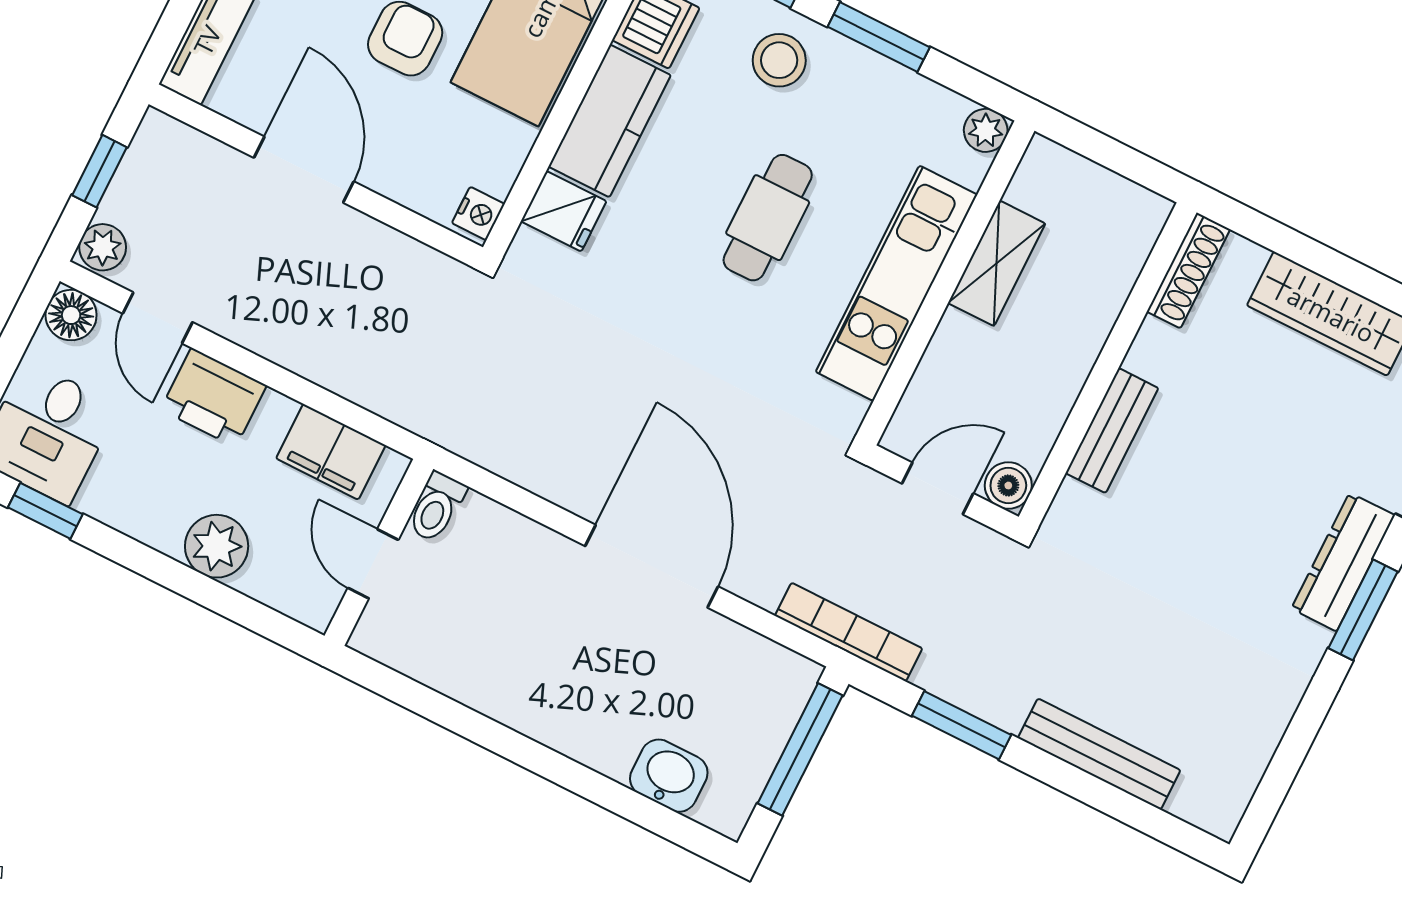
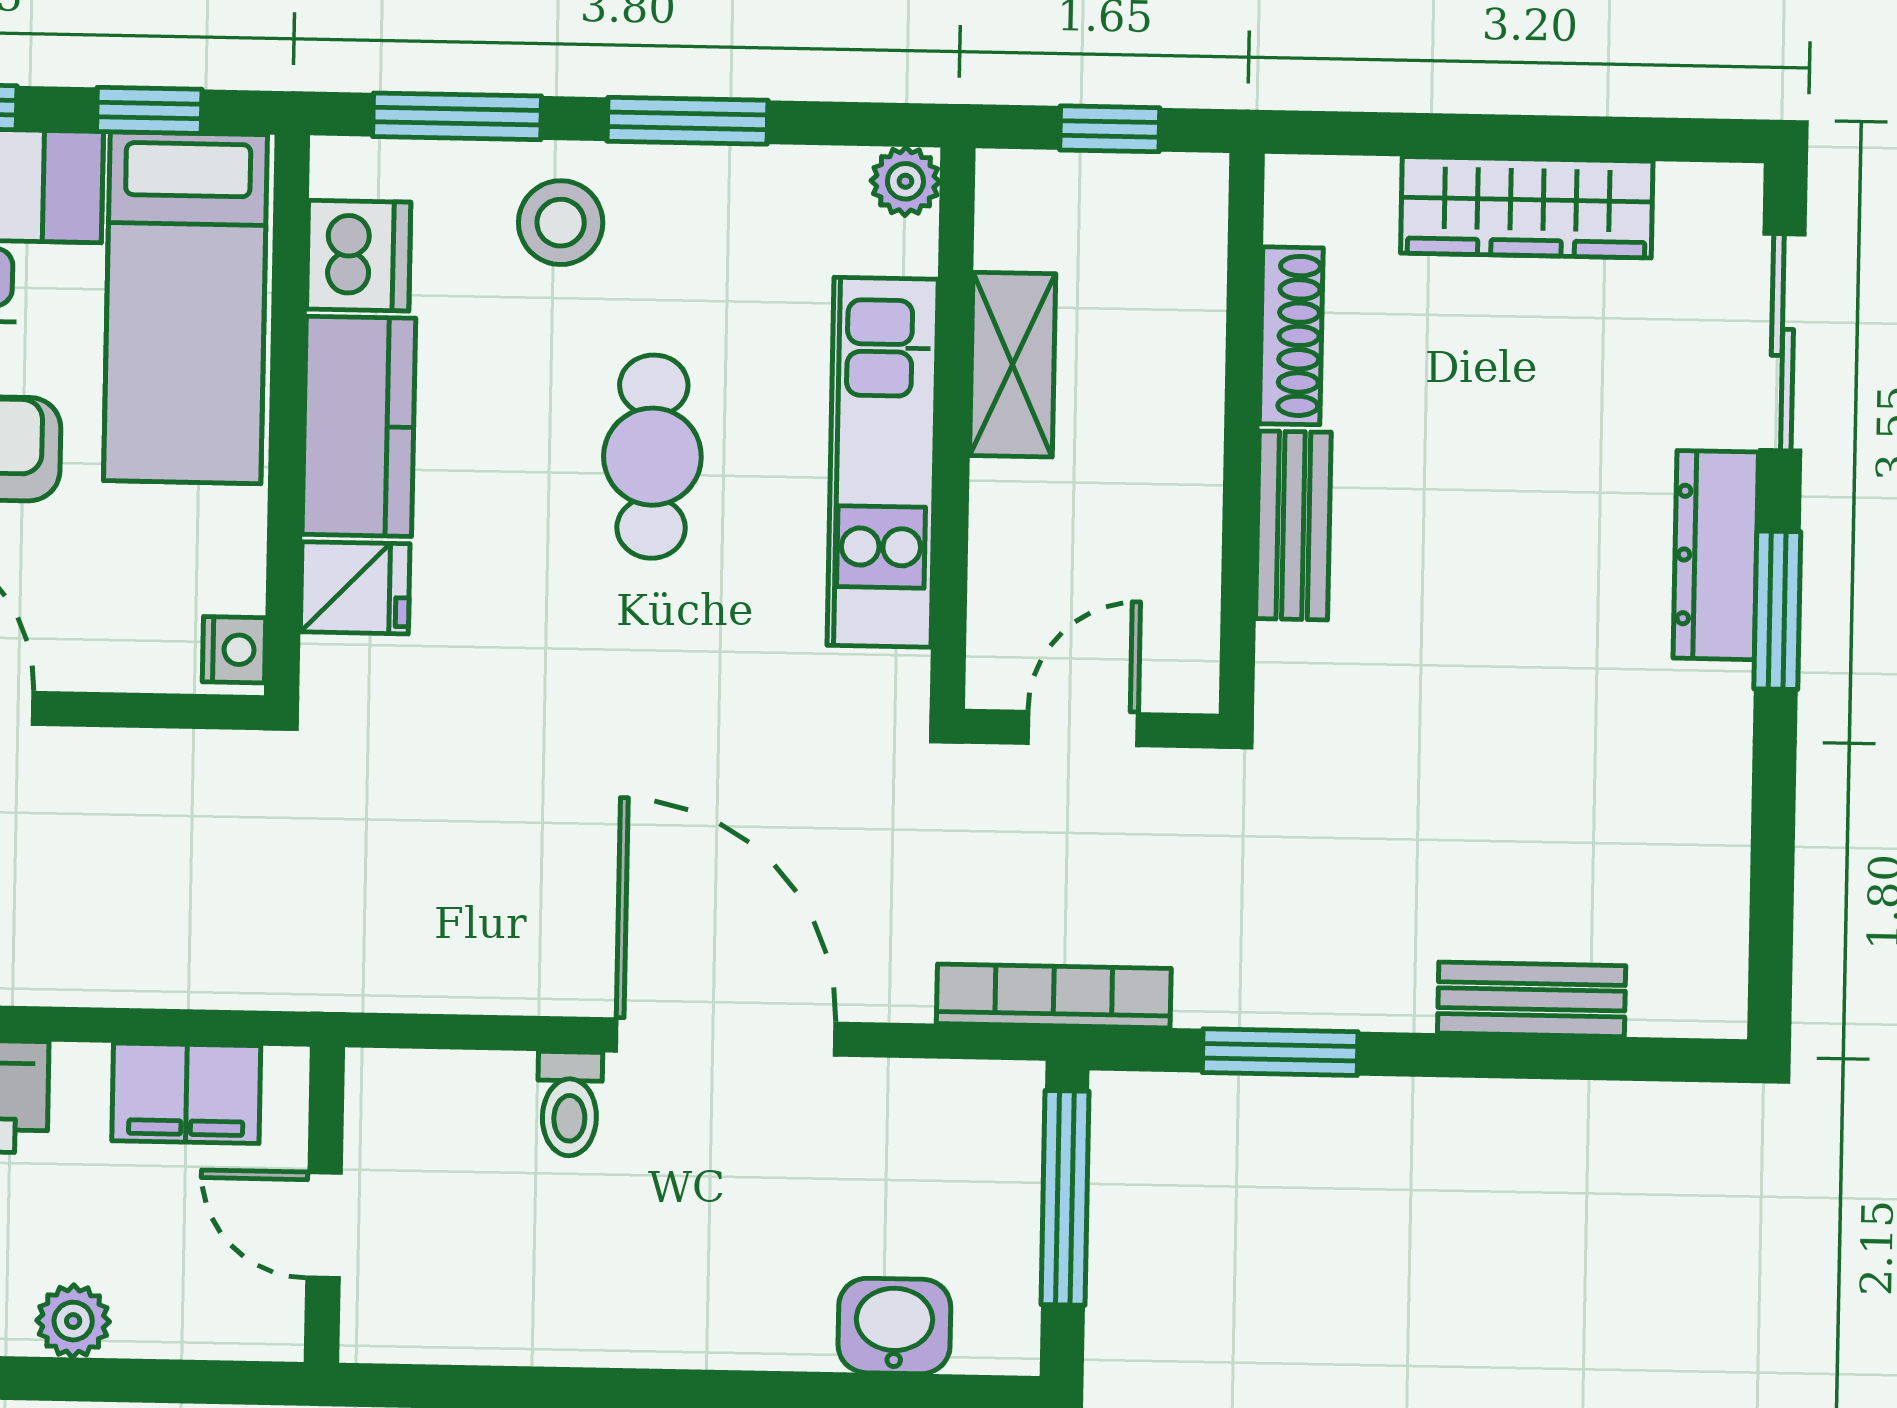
window: (1116, 156) -> (1110, 129), added
shoe rack: (1188, 270) -> (1291, 336), moved
boiler: (1008, 486) -> (1182, 676), removed
toilet: (436, 507) -> (570, 1104), moved
plant: (217, 546) -> (73, 1321), width x0.73, depth x0.73
bench: (1099, 754) -> (1532, 999), width x0.73

